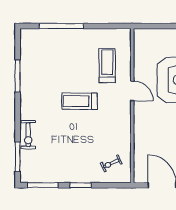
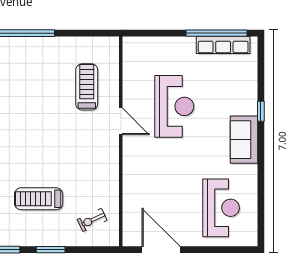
treadmill: (80, 101) -> (39, 199), moved

